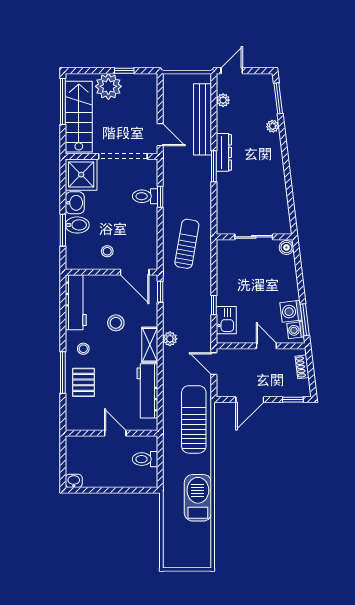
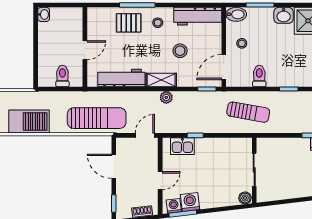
toilet: (145, 196) -> (259, 76), moved
bidet: (77, 225) -> (236, 14), moved, turned -90

